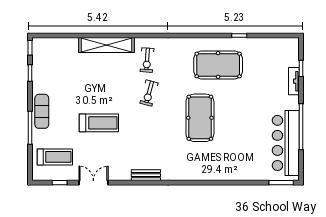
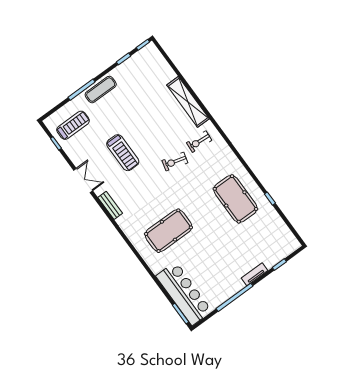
tv unit: (294, 81) -> (254, 274), moved
pool table: (200, 118) -> (168, 231), moved
treadmill: (99, 123) -> (123, 153), moved
bar counter: (286, 143) -> (184, 294), moved, turned 90
treadmill: (55, 157) -> (73, 125), turned -90
double door: (93, 183) -> (83, 180), moved

